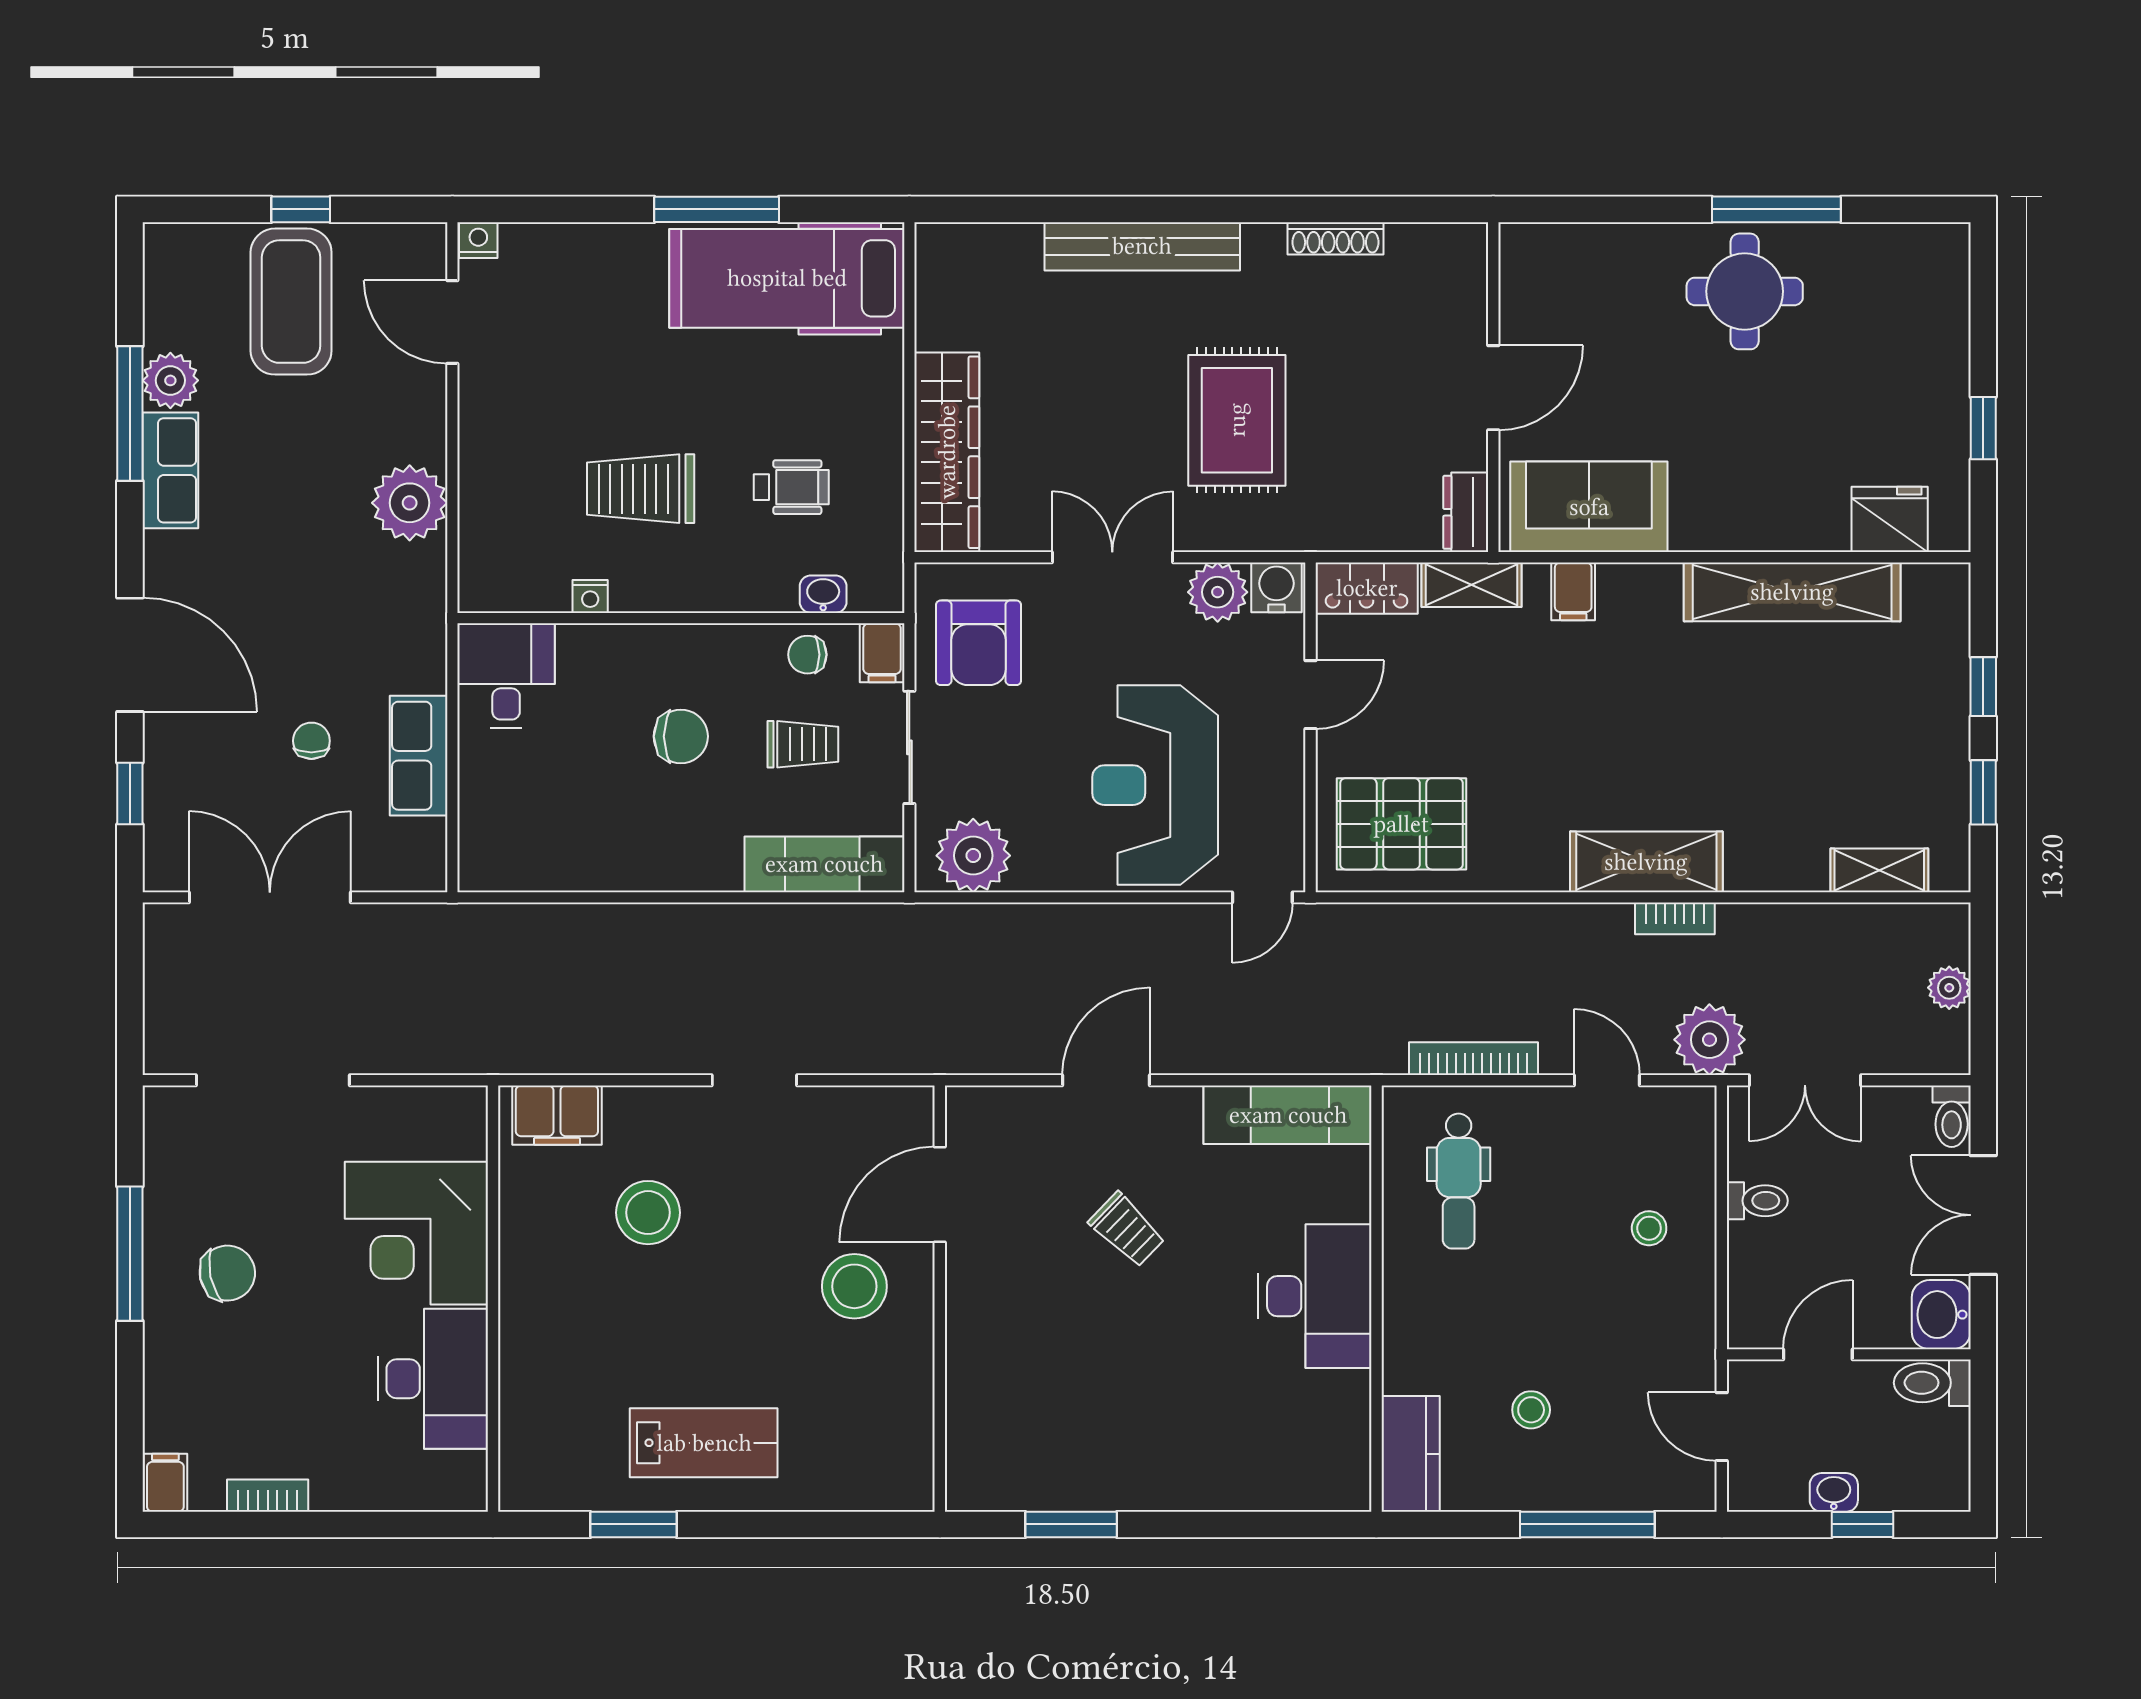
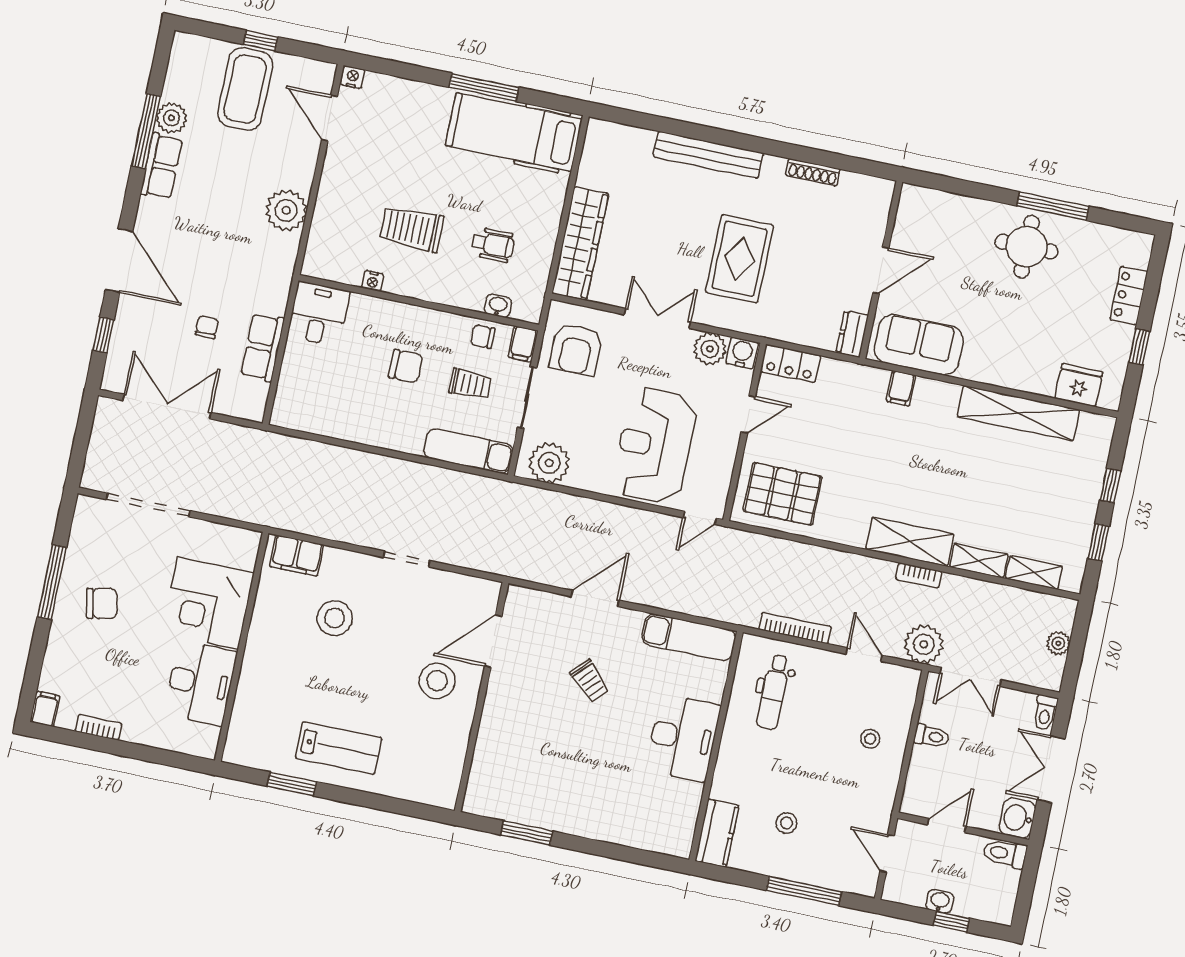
locker: (1945, 341) -> (1129, 296), added
shelving: (1471, 585) -> (979, 561), moved

